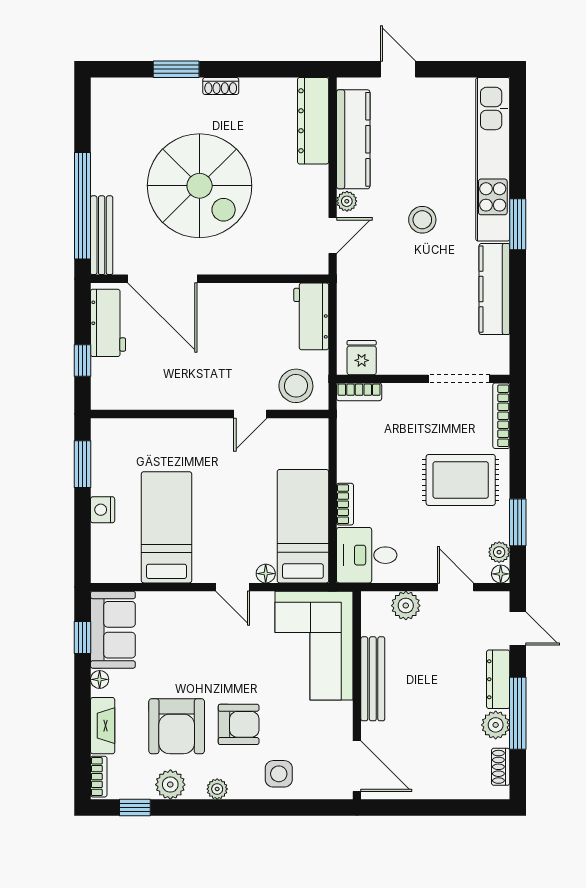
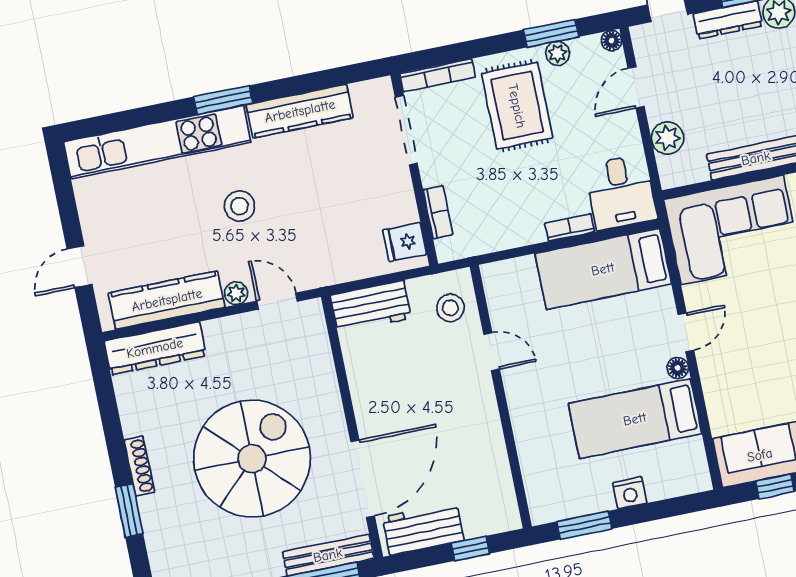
shoe rack: (221, 86) -> (139, 466), width x1.43
stool: (296, 386) -> (450, 308), width x0.73, depth x0.73
bookcase: (359, 392) -> (438, 212), moved
plant: (499, 552) -> (558, 53), moved
floor lamp: (266, 574) -> (678, 368), moved

